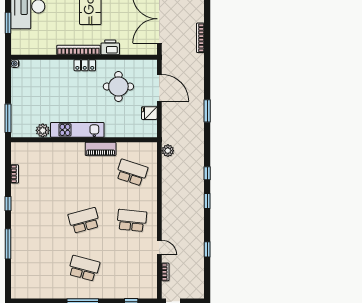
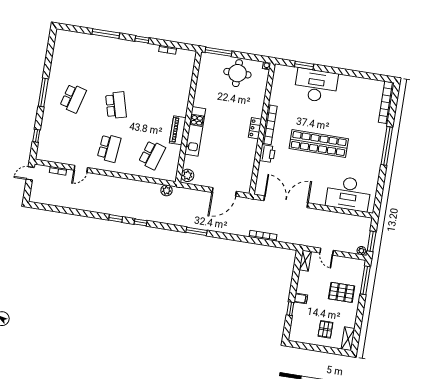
round table: (118, 86) -> (237, 73), moved
fridge: (149, 113) -> (203, 179), removed
plant: (43, 130) -> (187, 175), moved
kitchen unit: (77, 130) -> (195, 131), moved
window: (207, 249) -> (72, 211), removed

